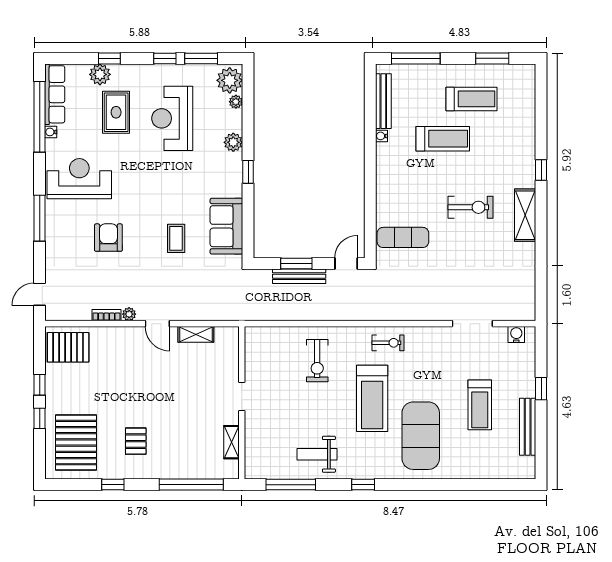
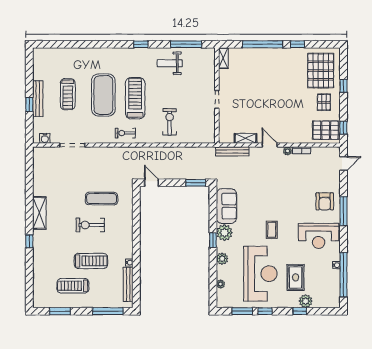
plant: (230, 80) -> (224, 233), moved
row of seats: (55, 94) -> (334, 289), removed
reception desk: (172, 118) -> (260, 274), width x1.36, depth x1.30
treadmill: (443, 139) -> (91, 261), turned 180
exercise bike: (470, 207) -> (90, 225), moved
exercise mat: (403, 237) -> (102, 199), moved
armchair: (108, 238) -> (325, 201), moved
coffee table: (176, 238) -> (272, 230), moved
window: (296, 263) -> (196, 183), moved
door: (346, 263) -> (151, 183), swing flipped
bench: (299, 276) -> (232, 151), moved
window: (40, 385) -> (344, 128), moved
treadmill: (480, 405) -> (68, 94), turned 180
bench: (528, 427) -> (38, 99), moved
exercise mat: (421, 436) -> (103, 95), moved
pallet: (136, 441) -> (324, 102), moved
shelving: (231, 442) -> (223, 58), moved
weight bench: (317, 454) -> (170, 63), turned 180
window: (191, 485) -> (263, 44), moved

